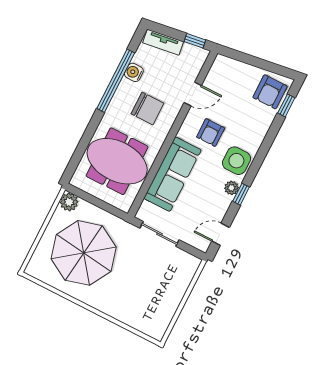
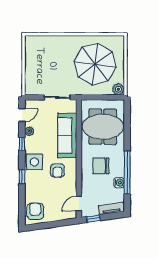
door: (193, 94) -> (79, 204), moved
window: (286, 105) -> (22, 177), moved
armchair: (211, 133) -> (57, 171), turned 180
plant: (231, 188) -> (29, 131), moved

